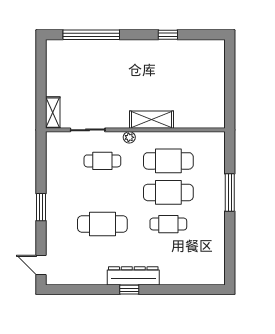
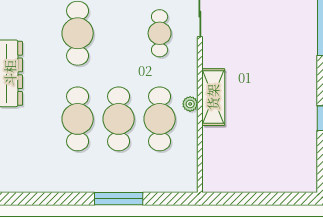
plant: (129, 137) -> (190, 104), moved
cafe table: (168, 224) -> (78, 119), width x1.37, depth x1.35

